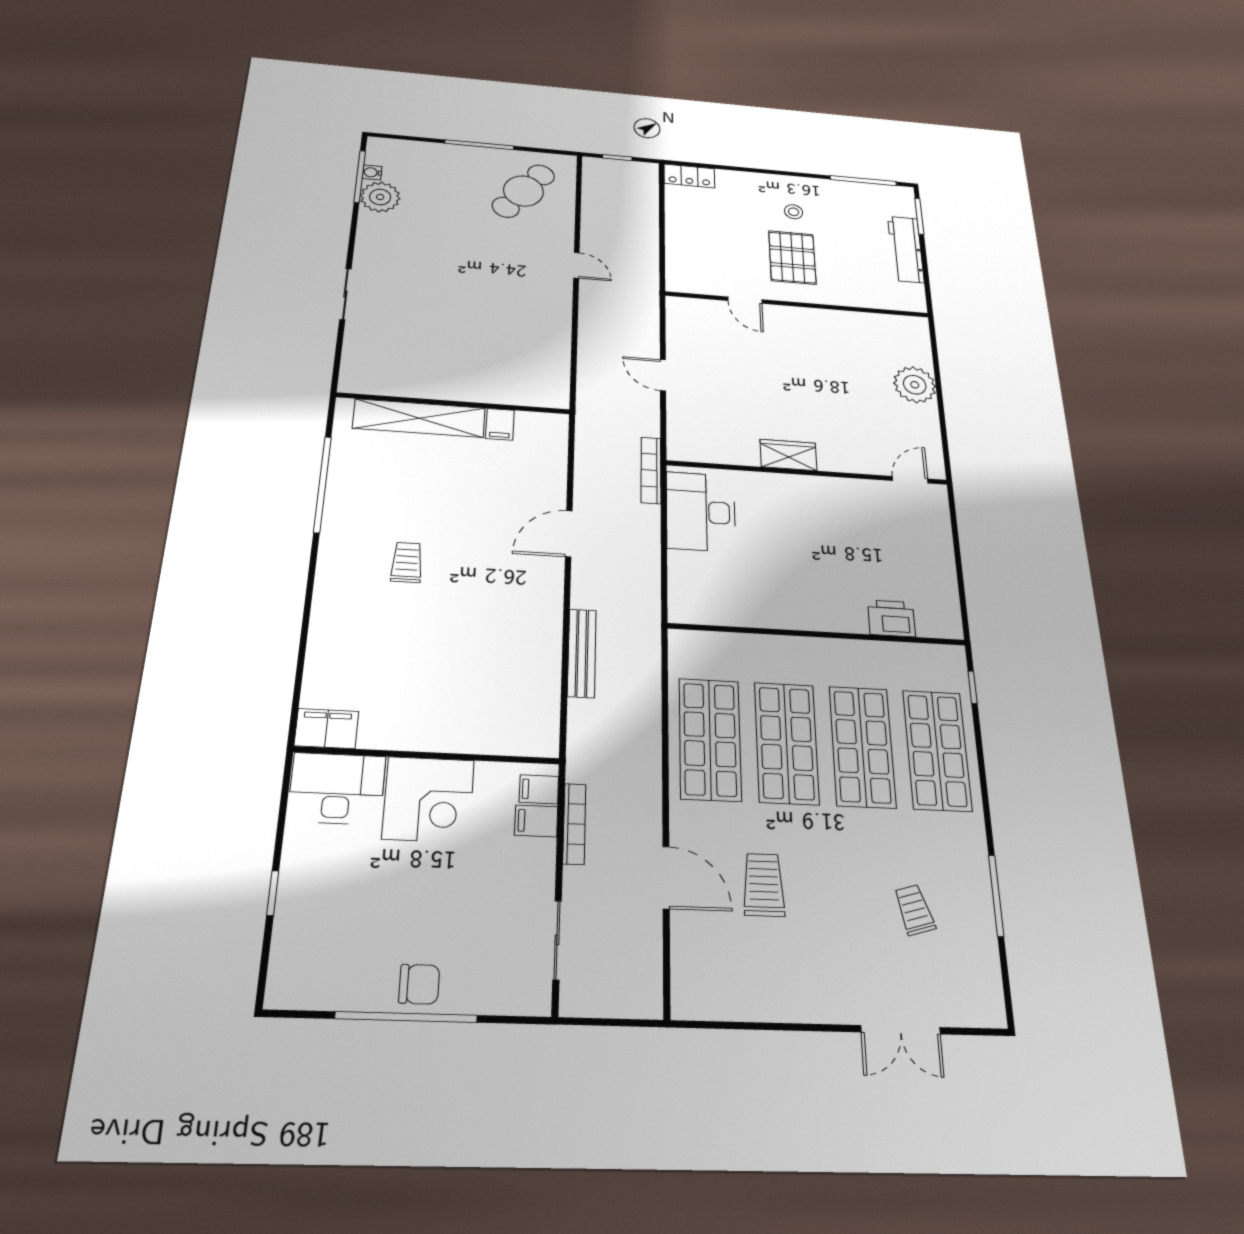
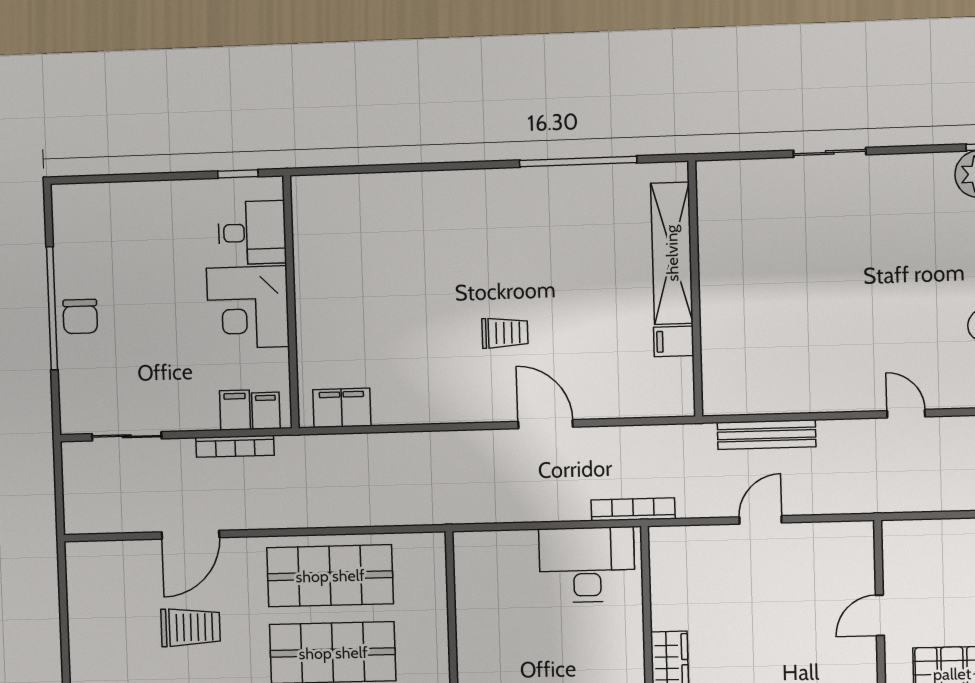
door: (576, 265) -> (906, 414), swing flipped
trolley: (407, 562) -> (505, 333), moved
bench: (582, 653) -> (767, 435), moved
filing cabinet: (327, 729) -> (342, 408), moved, turned -90
desk: (337, 788) -> (252, 233), width x0.73
window: (273, 893) -> (238, 174), moved

